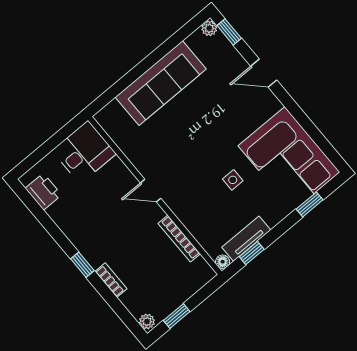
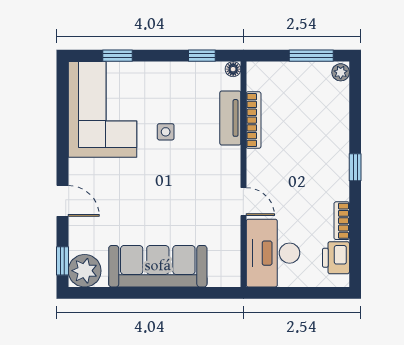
plant: (209, 28) -> (85, 271), width x1.87, depth x1.87
desk: (84, 152) -> (273, 253), width x1.37
door: (151, 191) -> (243, 202), moved
tv unit: (246, 239) -> (230, 118), moved, turned 90
bookcase: (111, 280) -> (342, 221), moved
window: (177, 316) -> (311, 56), width x1.50

